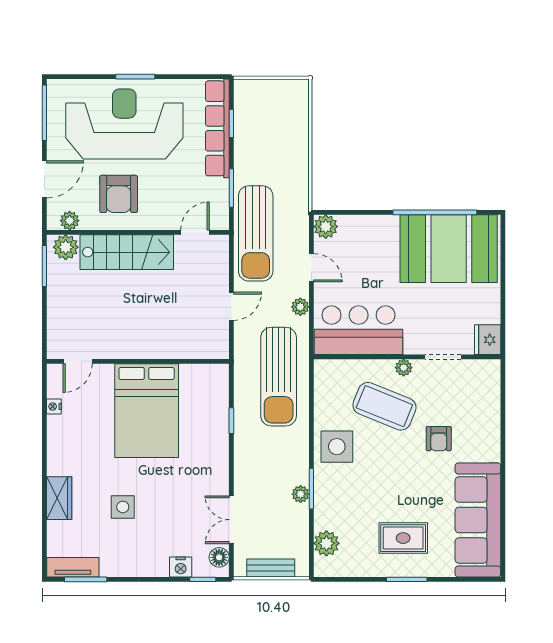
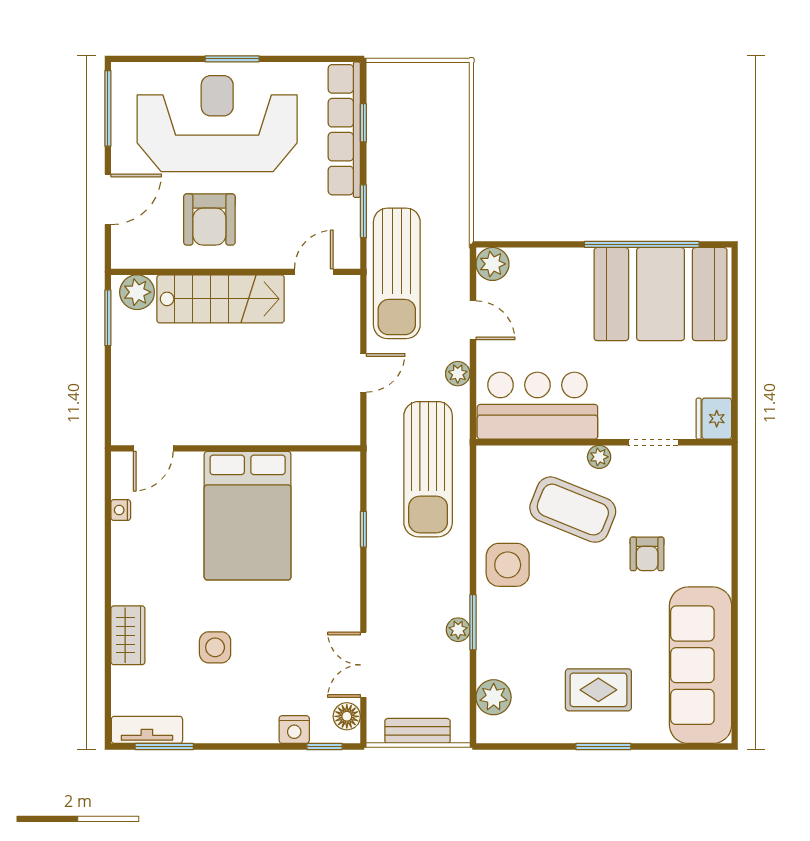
plant: (70, 221) -> (142, 256), removed

